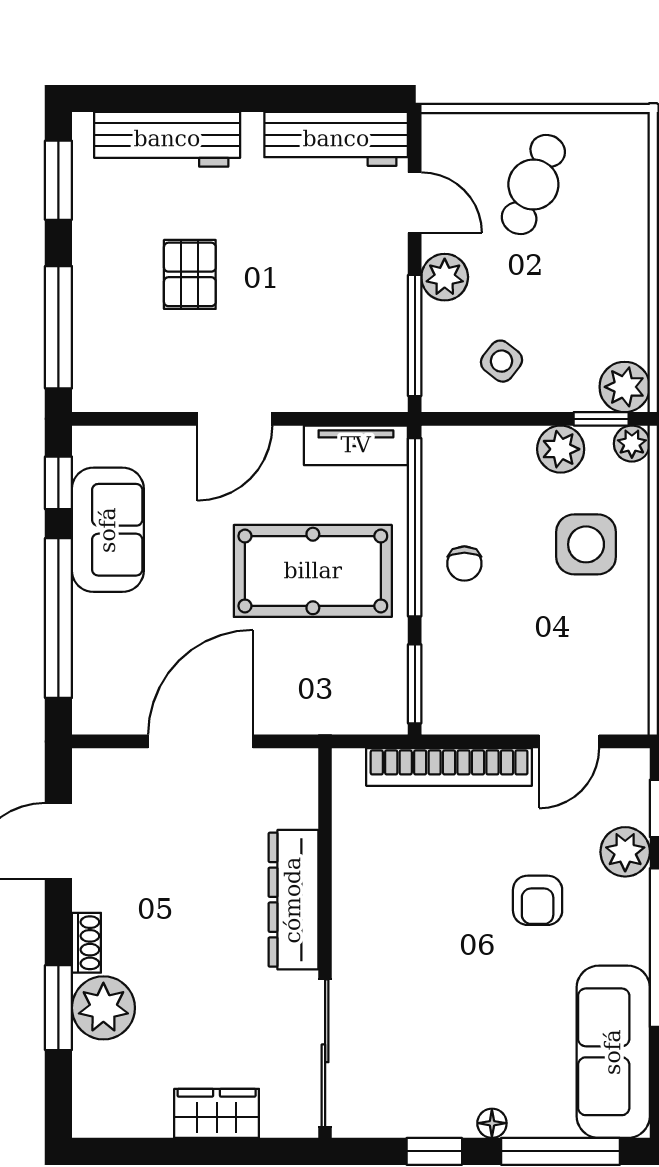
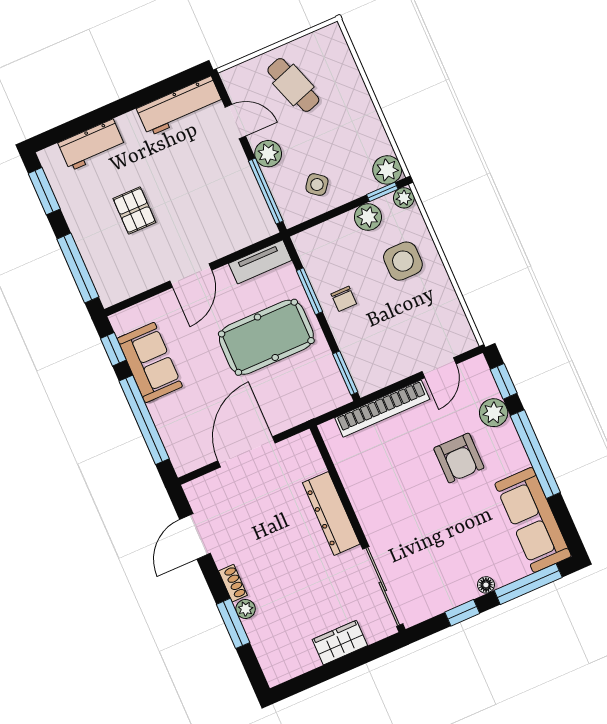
workbench: (167, 139) -> (92, 145), width x0.73
cafe table: (533, 185) -> (293, 85), turned -42
window: (415, 527) -> (309, 291), width x0.47
armchair: (538, 900) -> (459, 458), width x1.38, depth x1.38
plant: (103, 1008) -> (246, 609), width x0.53, depth x0.53

